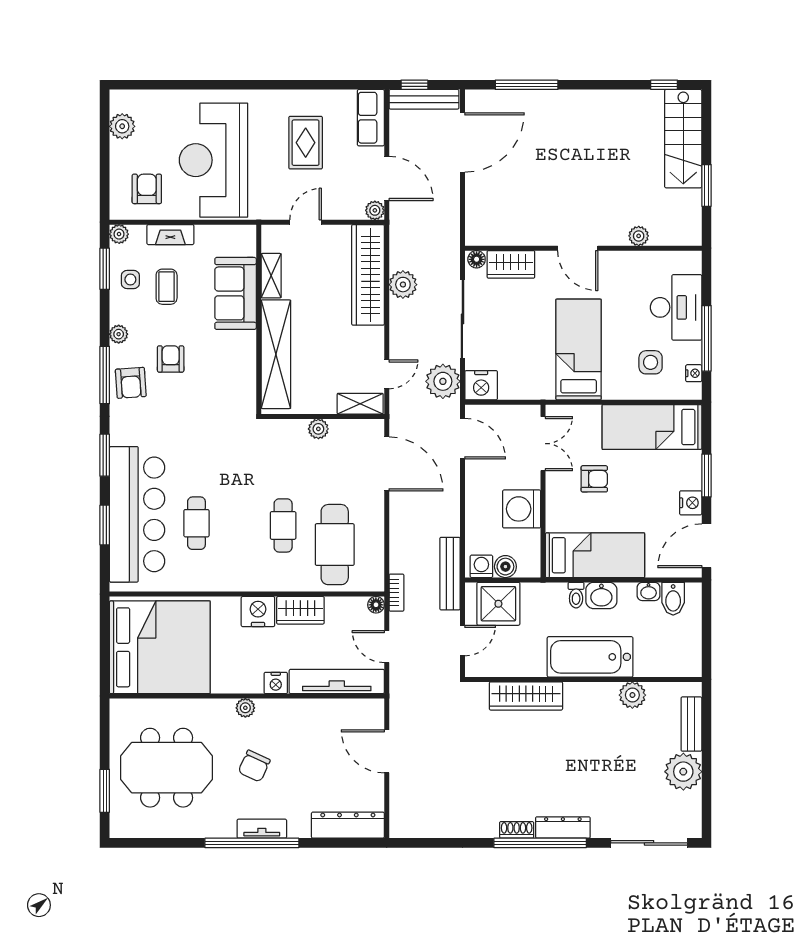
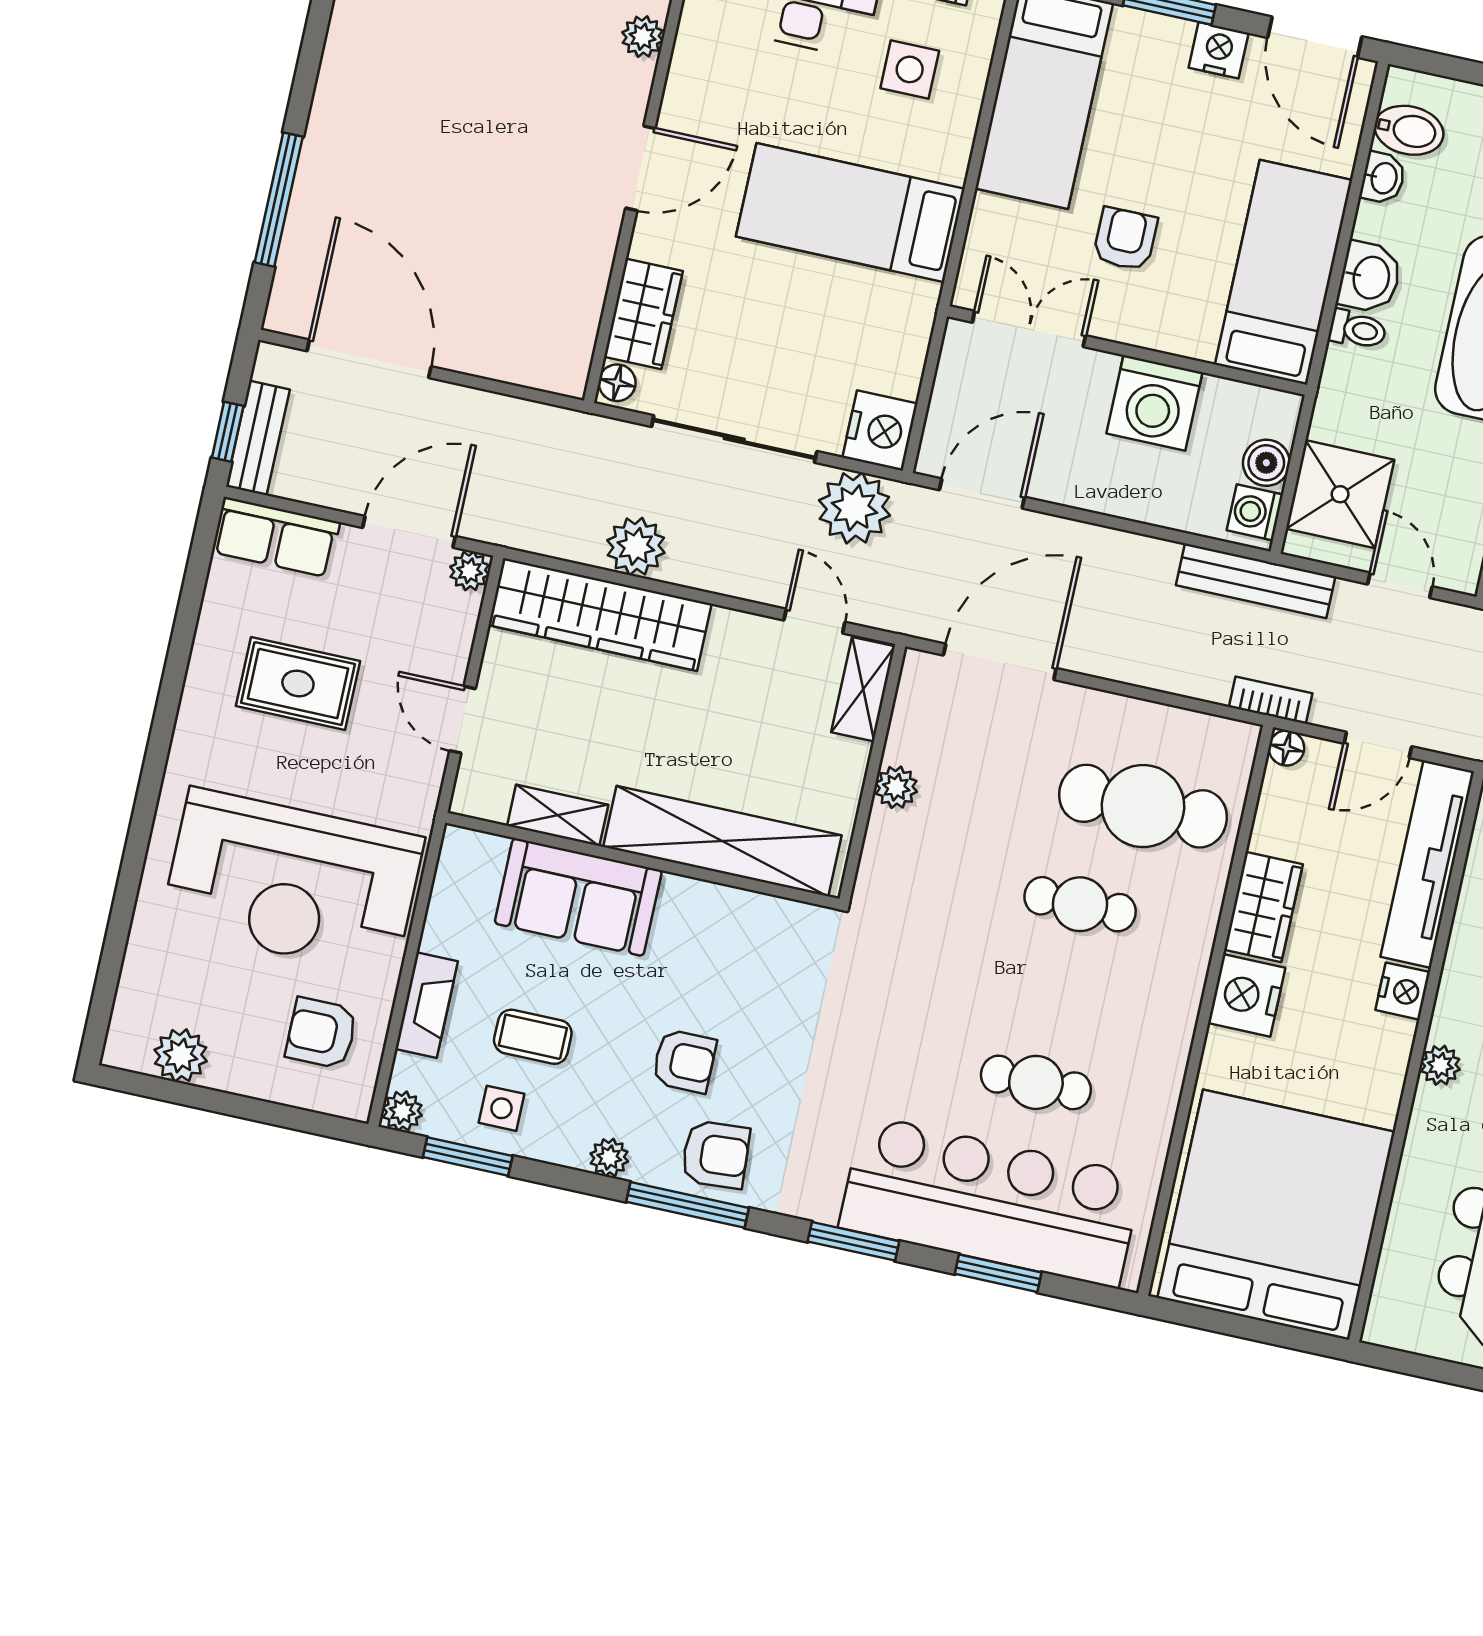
bench: (424, 99) -> (258, 438), width x0.73
armchair: (171, 359) -> (684, 1061), turned 180

